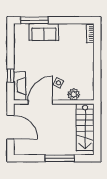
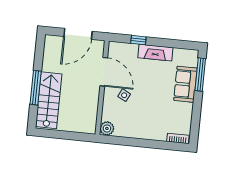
fireplace: (20, 86) -> (155, 53), moved
plant: (74, 95) -> (107, 128), moved
stairs: (85, 127) -> (49, 100), moved, turned 90

